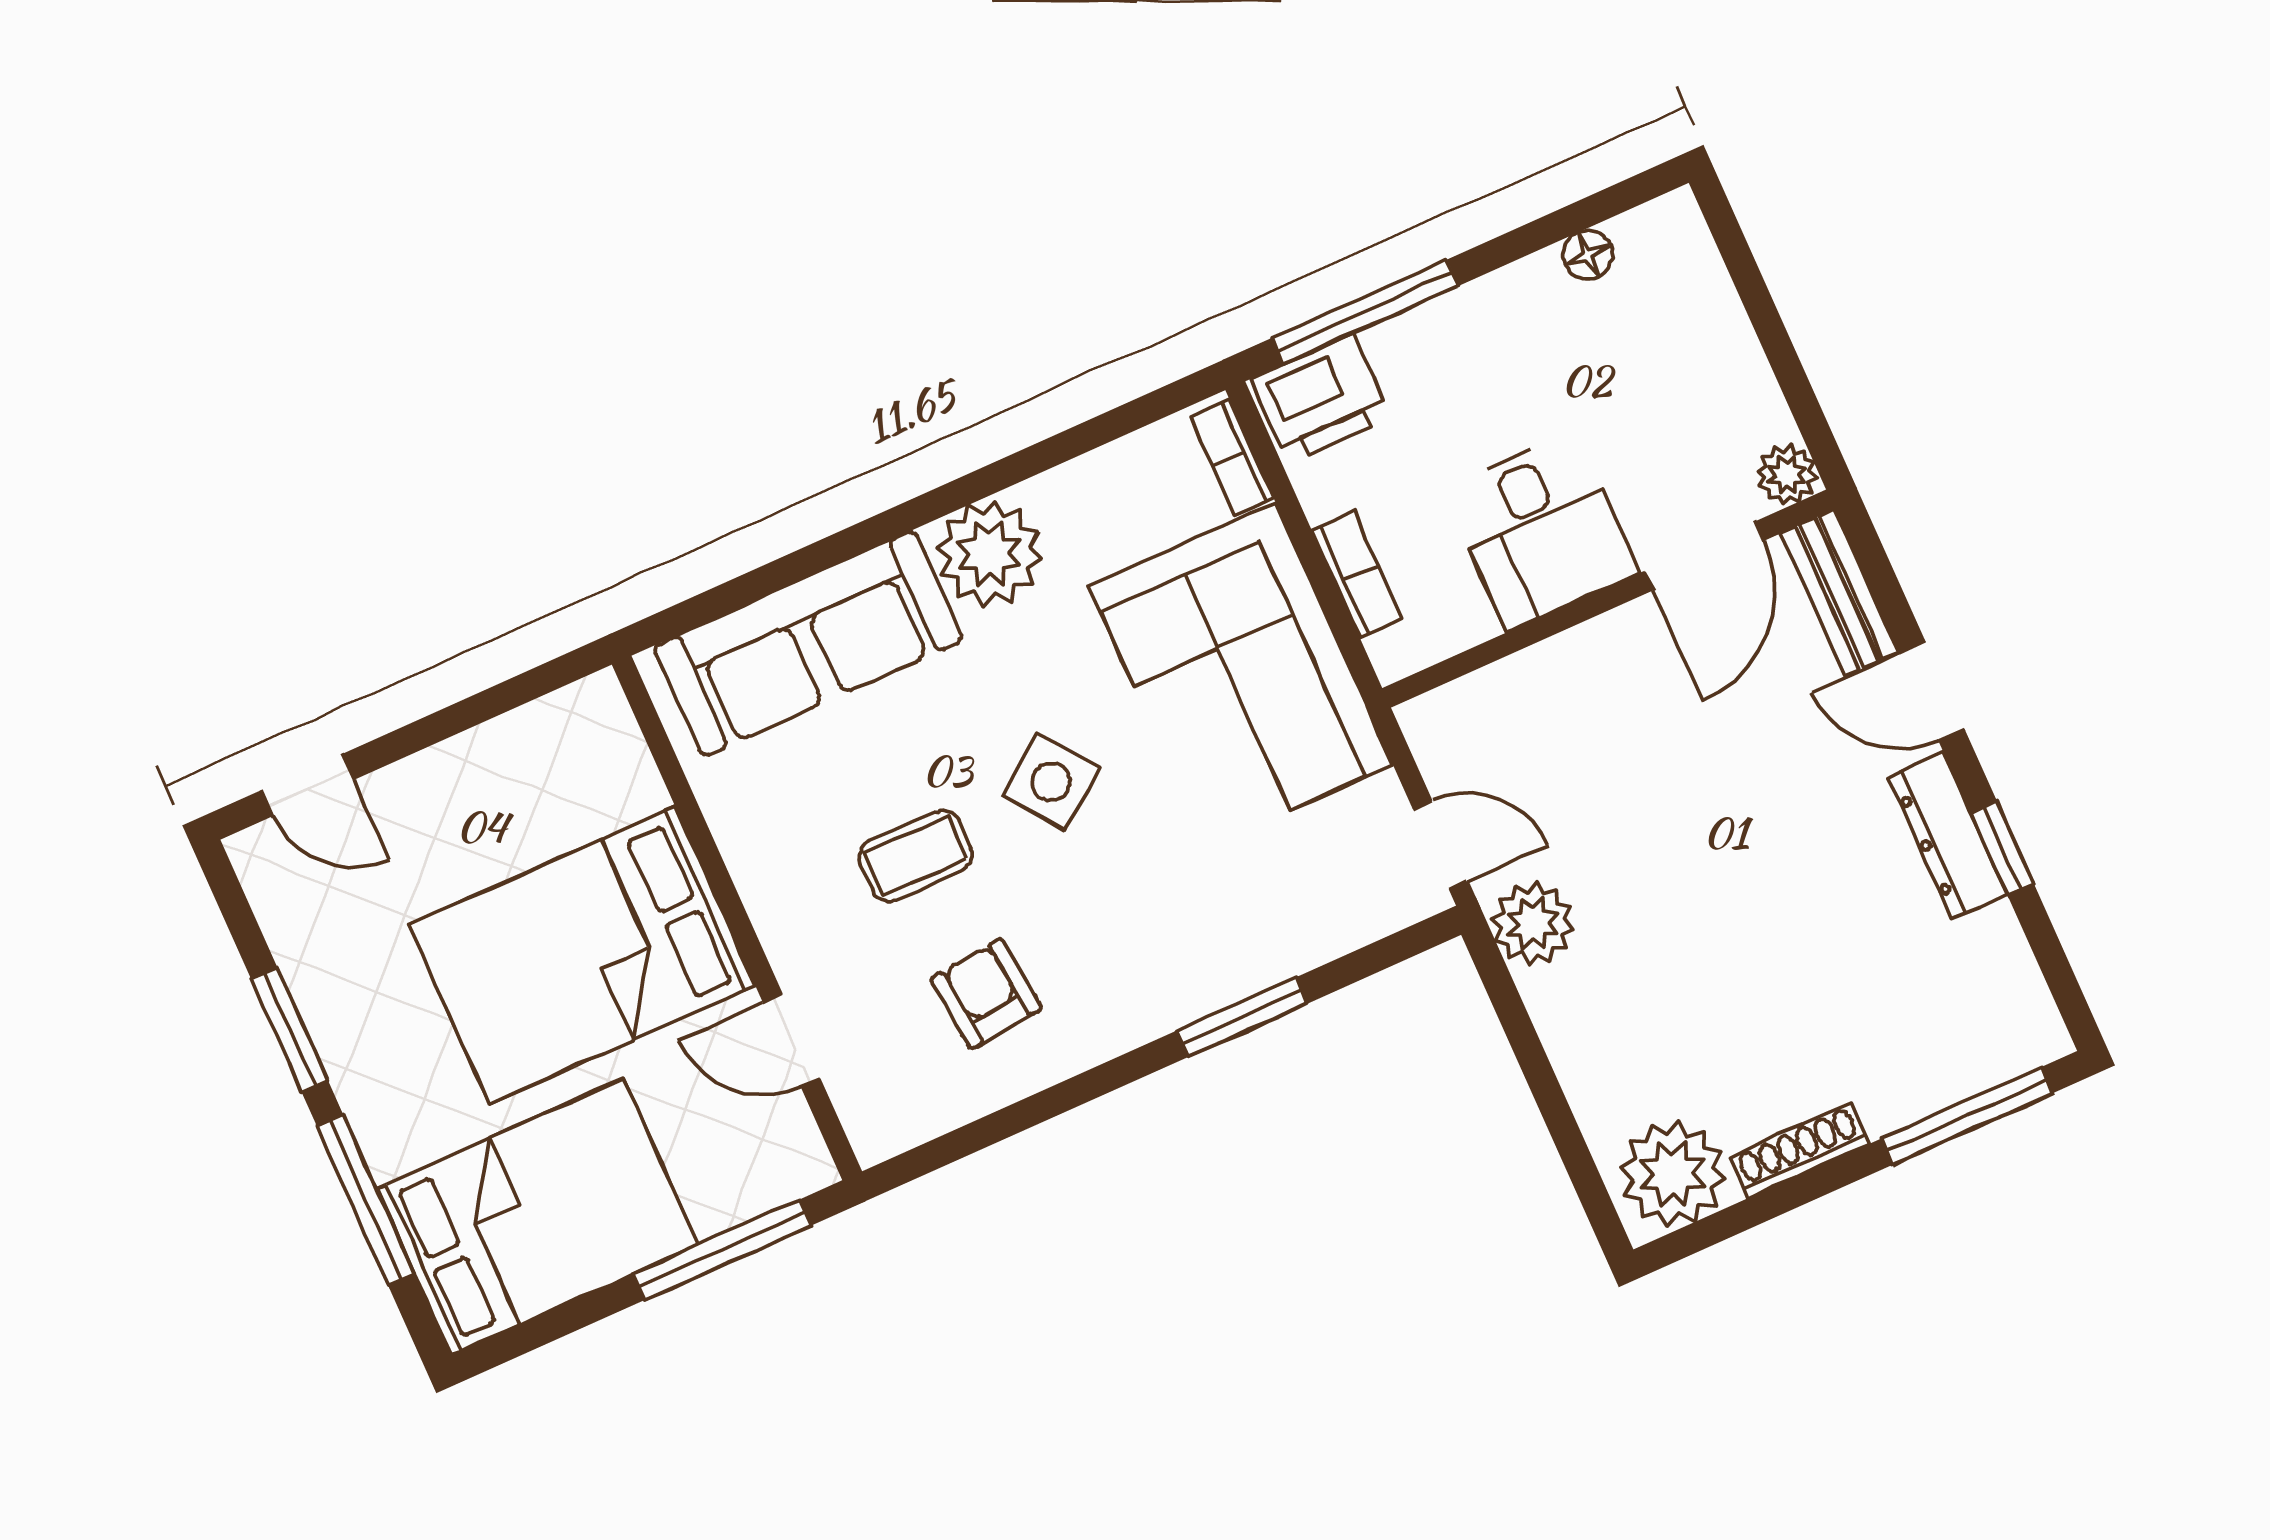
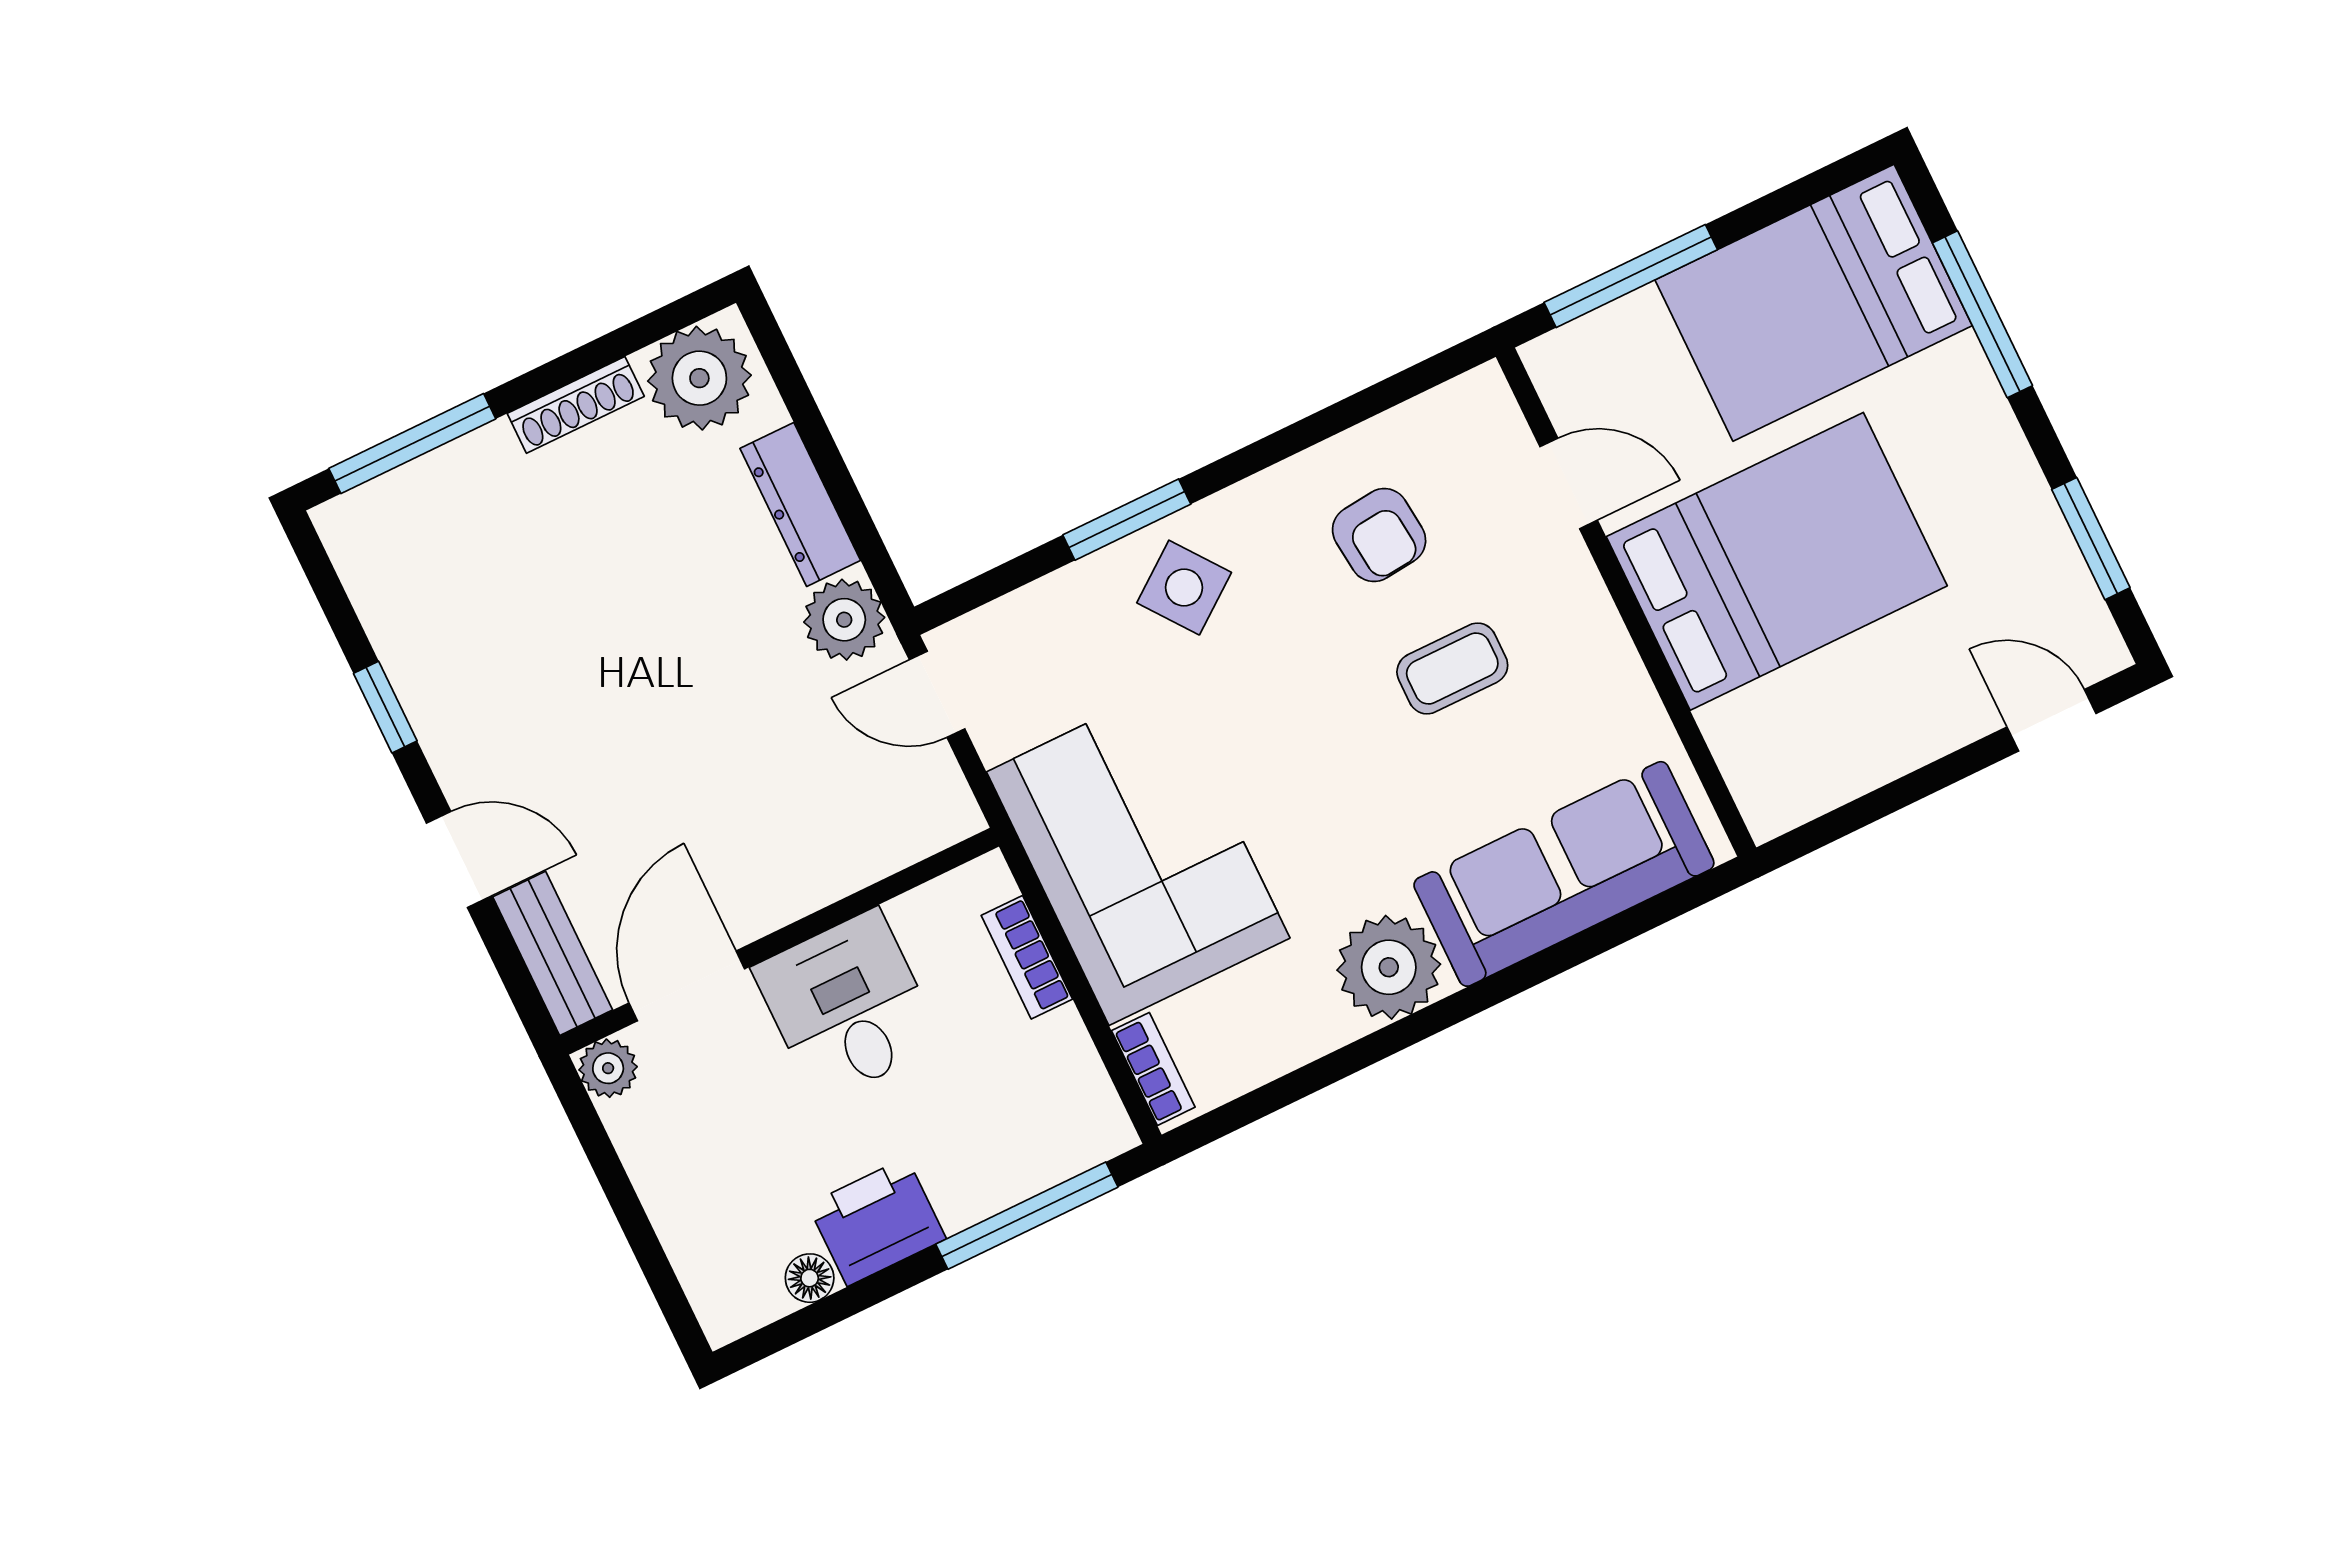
printer: (1321, 398) -> (877, 1222), moved
side table: (1051, 782) -> (1184, 588), moved
dresser: (1947, 836) -> (800, 504), moved, turned 180
window: (290, 1030) -> (2091, 539), moved

